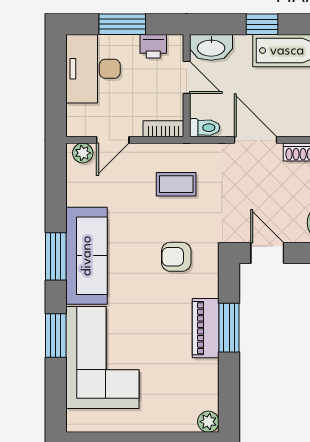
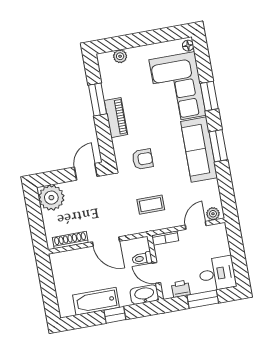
desk: (93, 69) -> (217, 274), width x0.73
toilet: (205, 128) -> (142, 259), moved
door: (267, 253) -> (86, 172), swing flipped
window: (229, 328) -> (98, 99), moved
floor lamp: (75, 419) -> (188, 46), added
plant: (208, 422) -> (120, 56), moved

